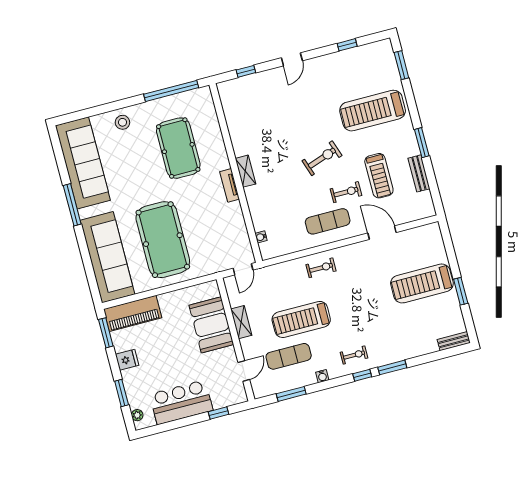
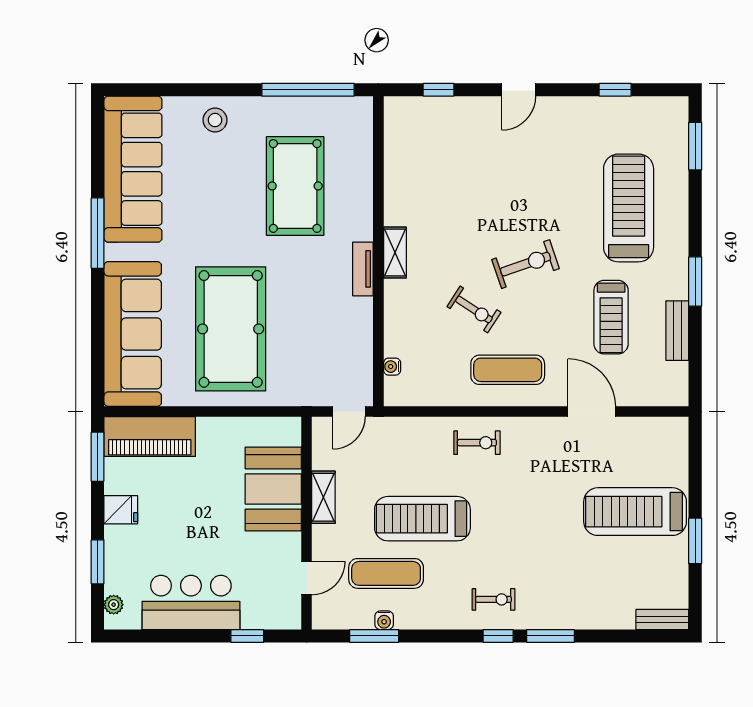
treadmill: (373, 111) -> (629, 208), turned 90
exercise bike: (346, 192) -> (474, 309), moved, turned 33
water cooler: (322, 376) -> (384, 620), moved

